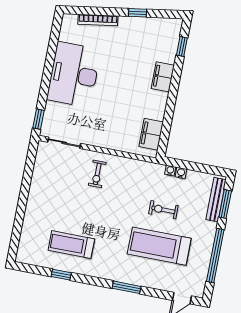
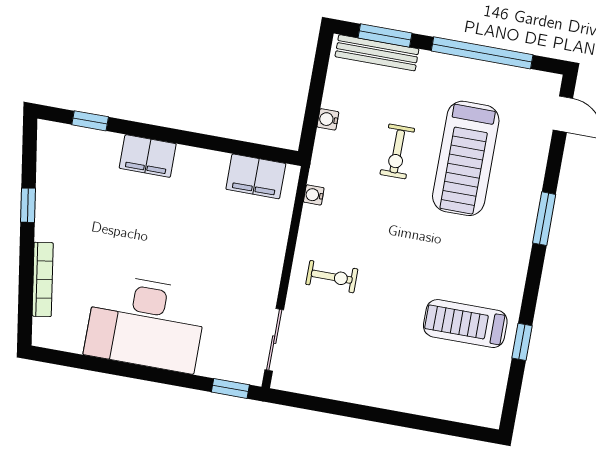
water cooler: (170, 171) -> (314, 195), moved
treadmill: (71, 245) -> (465, 324), turned 90

